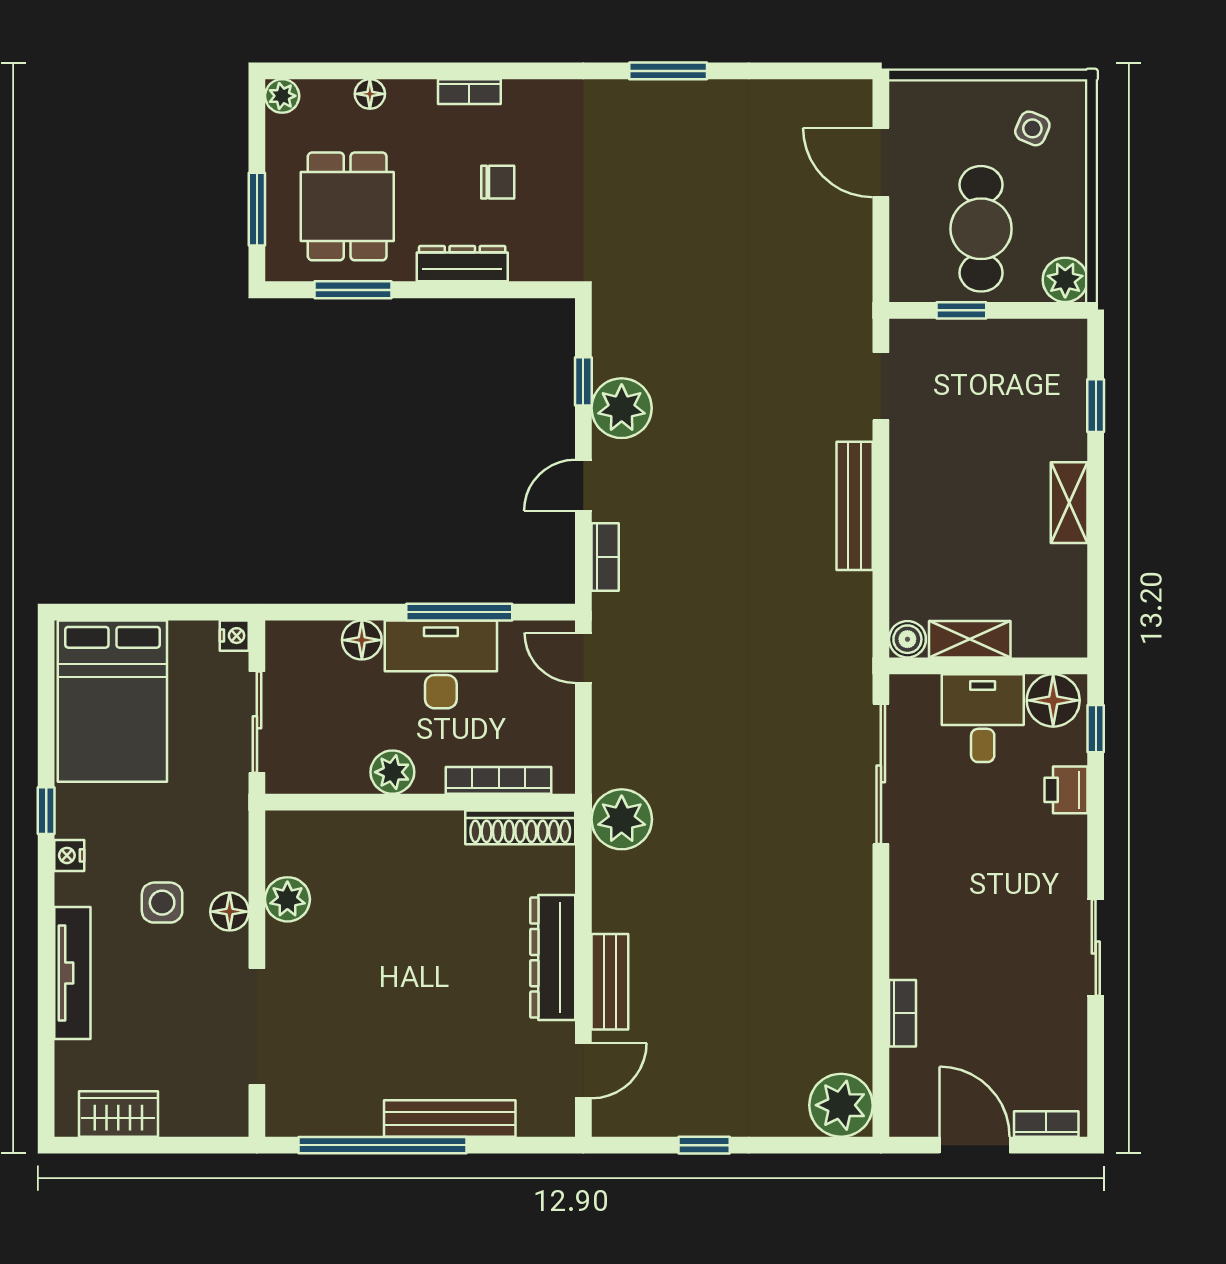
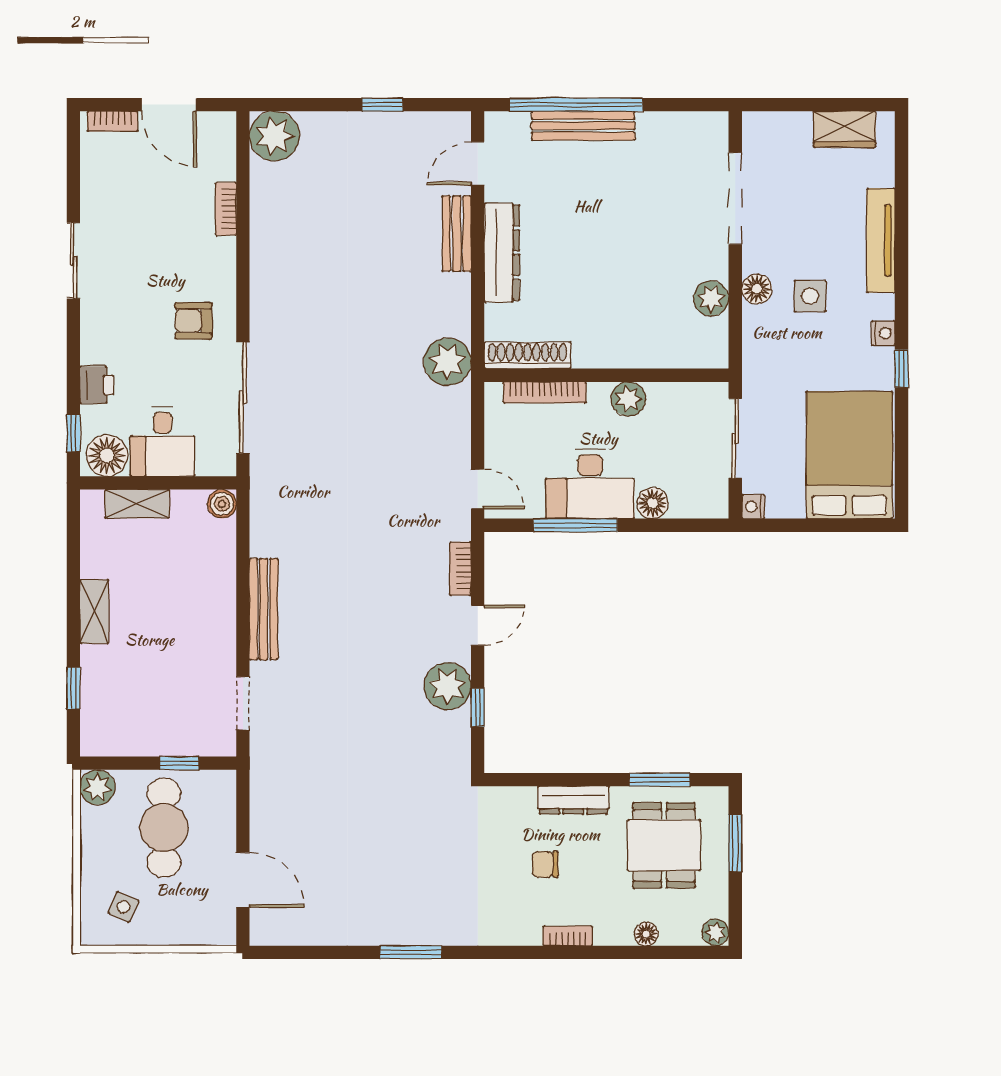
shelving: (970, 639) -> (137, 504), moved
armchair: (944, 871) -> (193, 321), added
window: (382, 1145) -> (576, 105), moved

